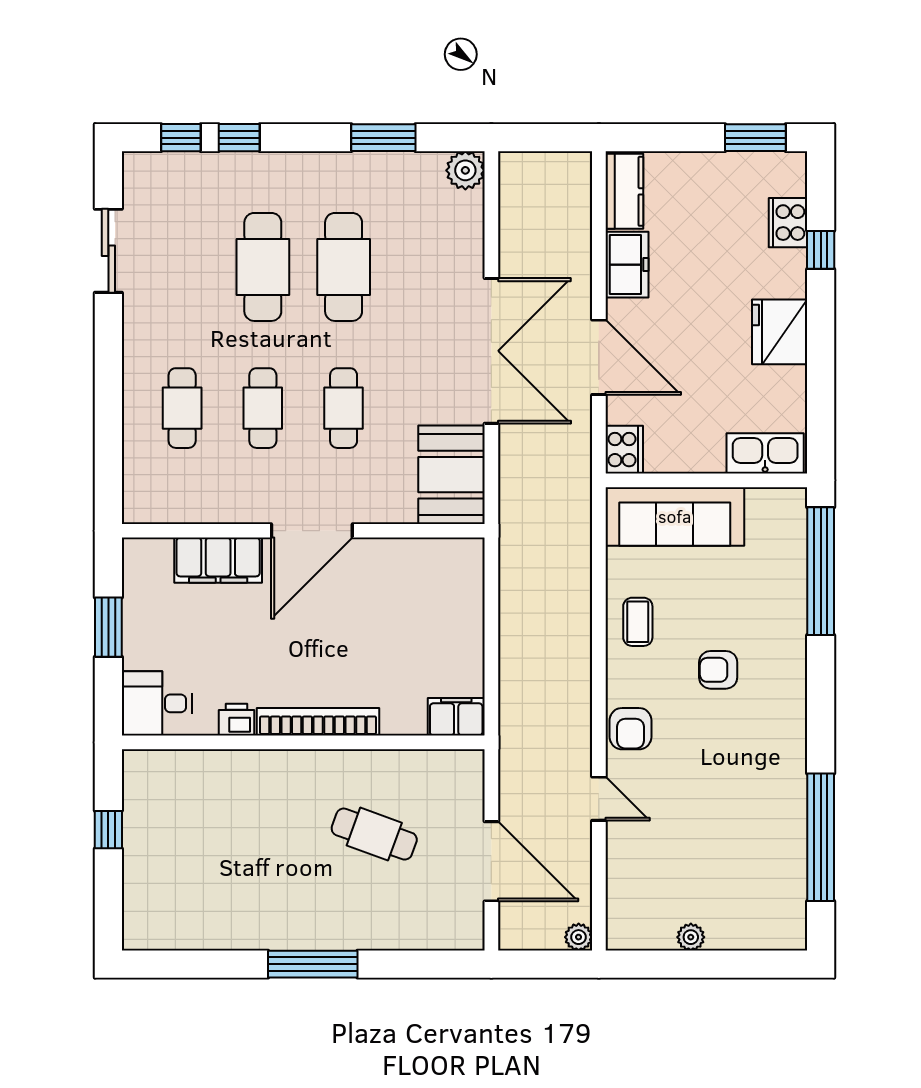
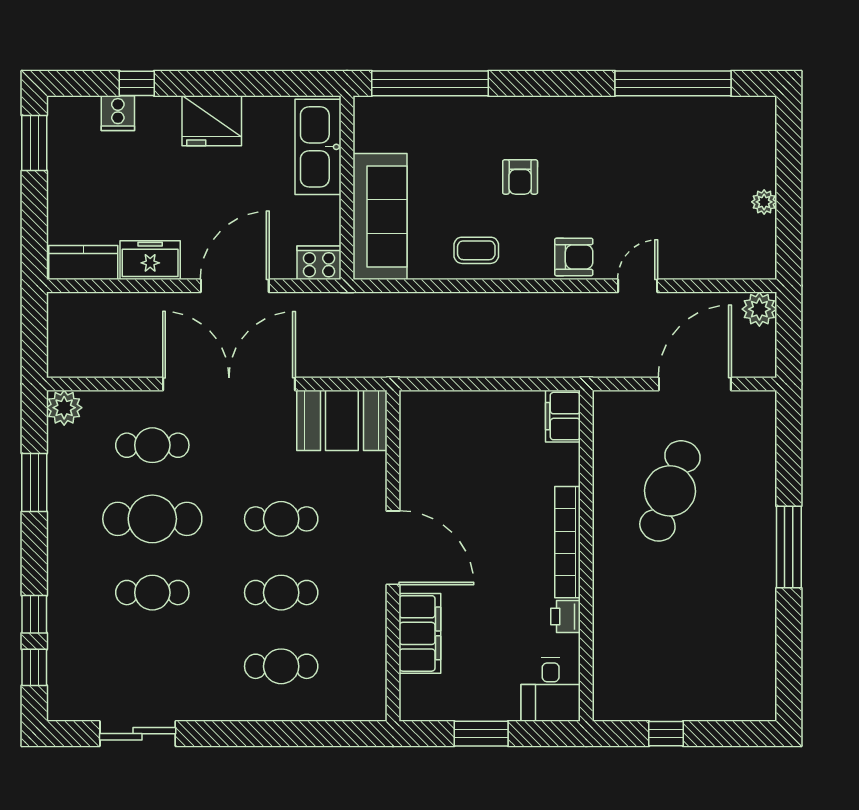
cooker: (788, 223) -> (118, 113), width x0.73
cafe table: (263, 267) -> (152, 593), width x0.73, depth x0.74
cafe table: (424, 267) -> (152, 445), added
kitchen sink: (765, 453) -> (318, 147), width x1.36, depth x1.24
cafe table: (374, 834) -> (670, 491), width x1.37, depth x1.35
plant: (579, 937) -> (759, 309), width x1.38, depth x1.38

